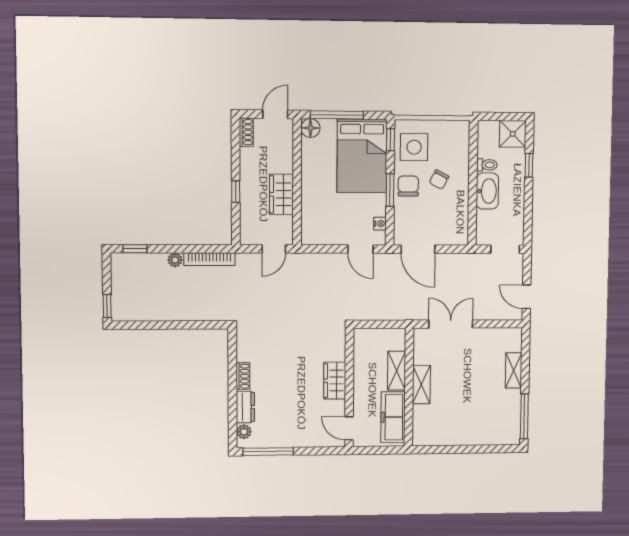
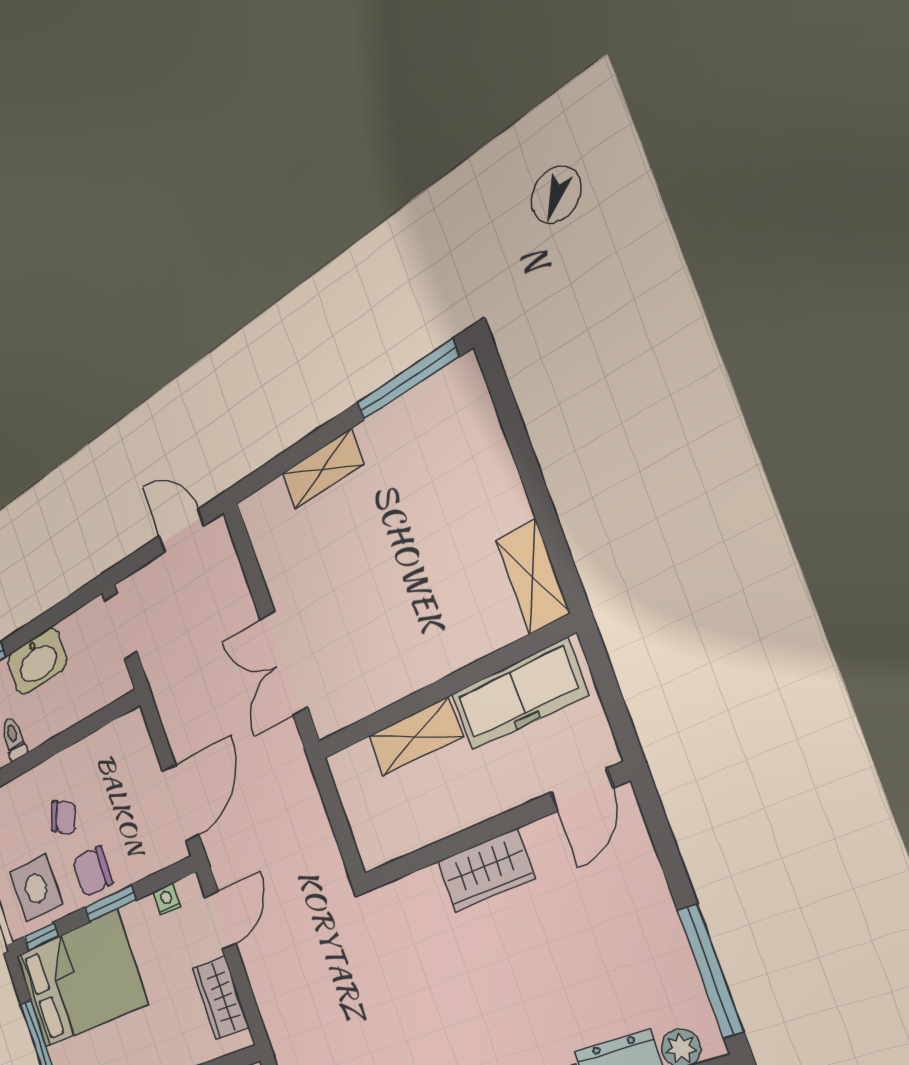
washbasin: (487, 191) -> (37, 661), moved, turned 180
wardrobe: (327, 235) -> (220, 998), added
door: (527, 297) -> (181, 531), swing flipped
shelving: (421, 385) -> (533, 577), moved, turned 90

